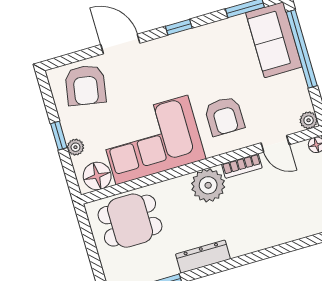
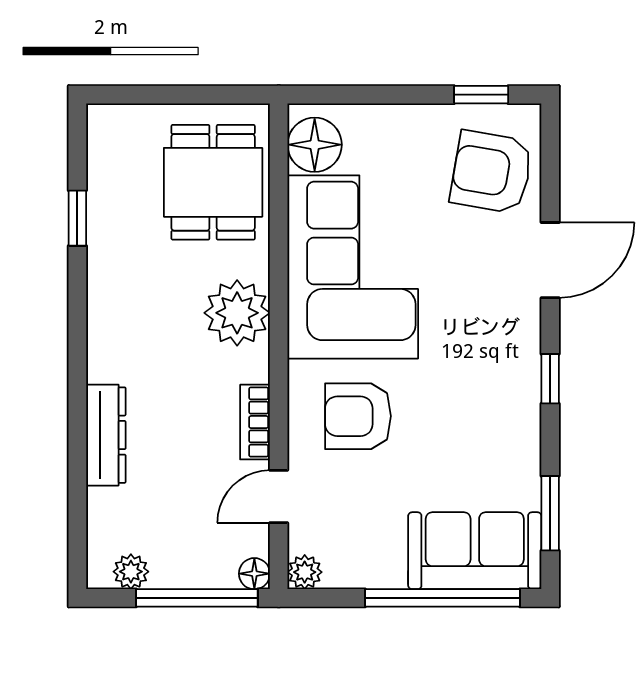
window: (59, 136) -> (481, 95), moved
plant: (75, 147) -> (381, 120), removed
plant: (208, 185) -> (237, 313), moved
dresser: (203, 257) -> (106, 435), moved

